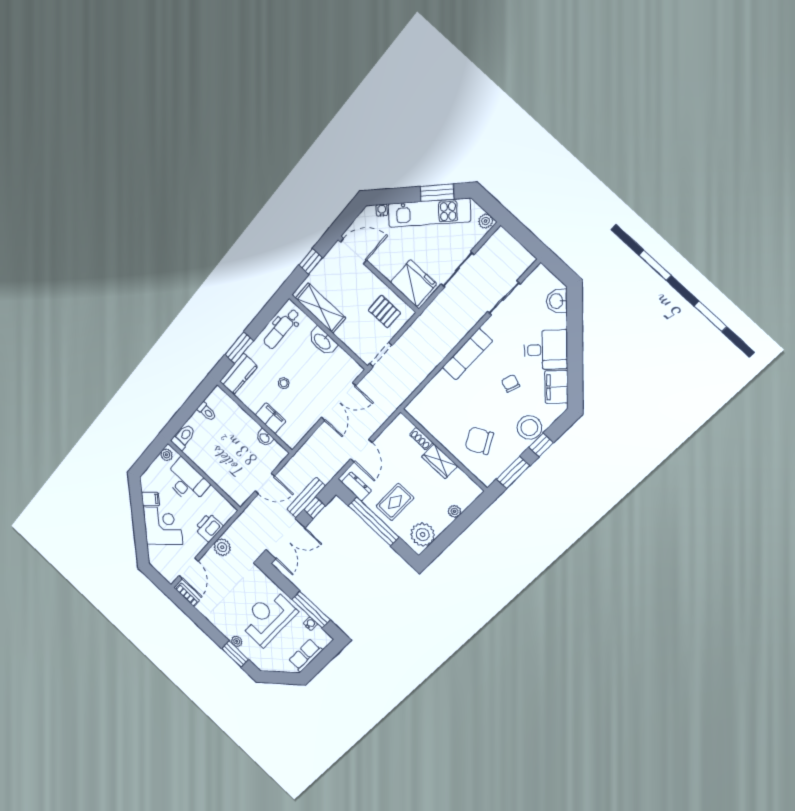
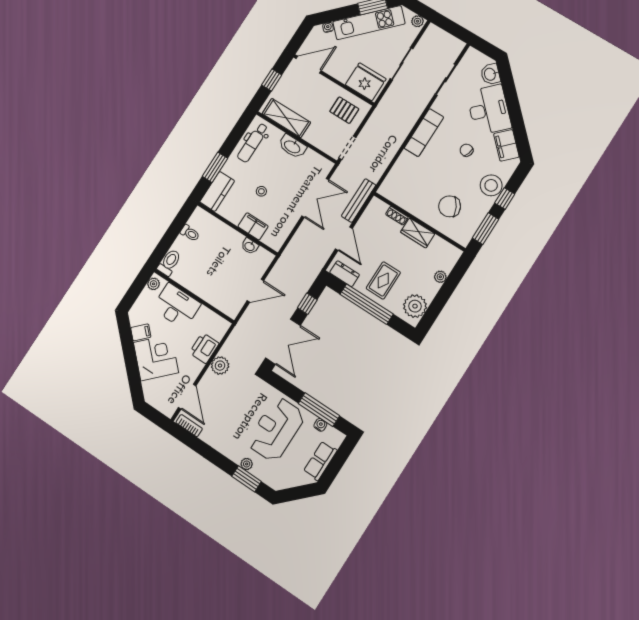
desk: (546, 350) -> (489, 110), width x1.37
bench: (306, 498) -> (359, 201), moved

